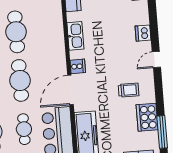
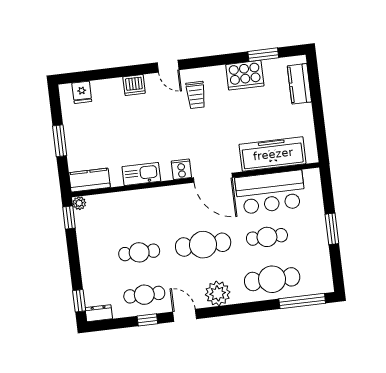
cafe table: (16, 32) -> (139, 252), width x0.73, depth x0.74
trolley: (129, 90) -> (196, 95), moved, turned 180
window: (162, 132) -> (263, 55), width x0.69

